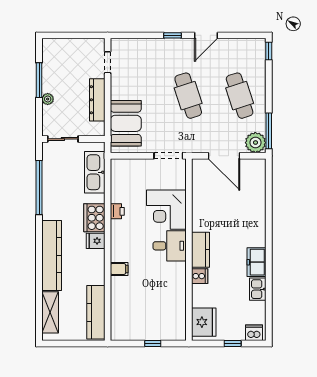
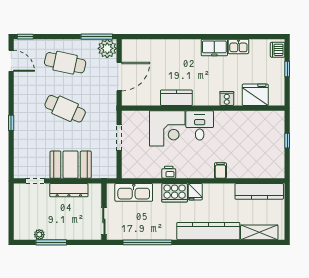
door: (206, 35) -> (11, 61), moved
cafe table: (188, 96) -> (65, 109), turned 42
cafe table: (240, 96) -> (65, 63), turned 30
plant: (48, 99) -> (39, 235), moved
booth: (126, 123) -> (71, 165), moved
doorway: (168, 156) -> (119, 138), moved
kitchen counter: (201, 250) -> (176, 98), moved
fridge: (204, 322) -> (255, 95), moved

